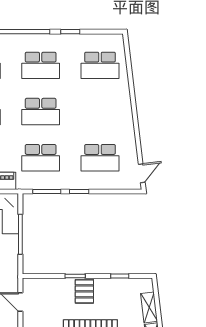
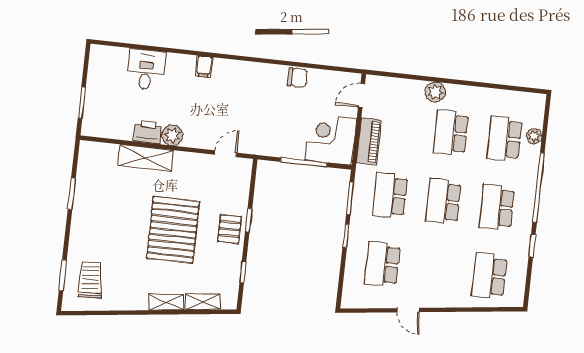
door: (142, 173) -> (408, 310), moved
pallet: (84, 291) -> (230, 229), turned 90

